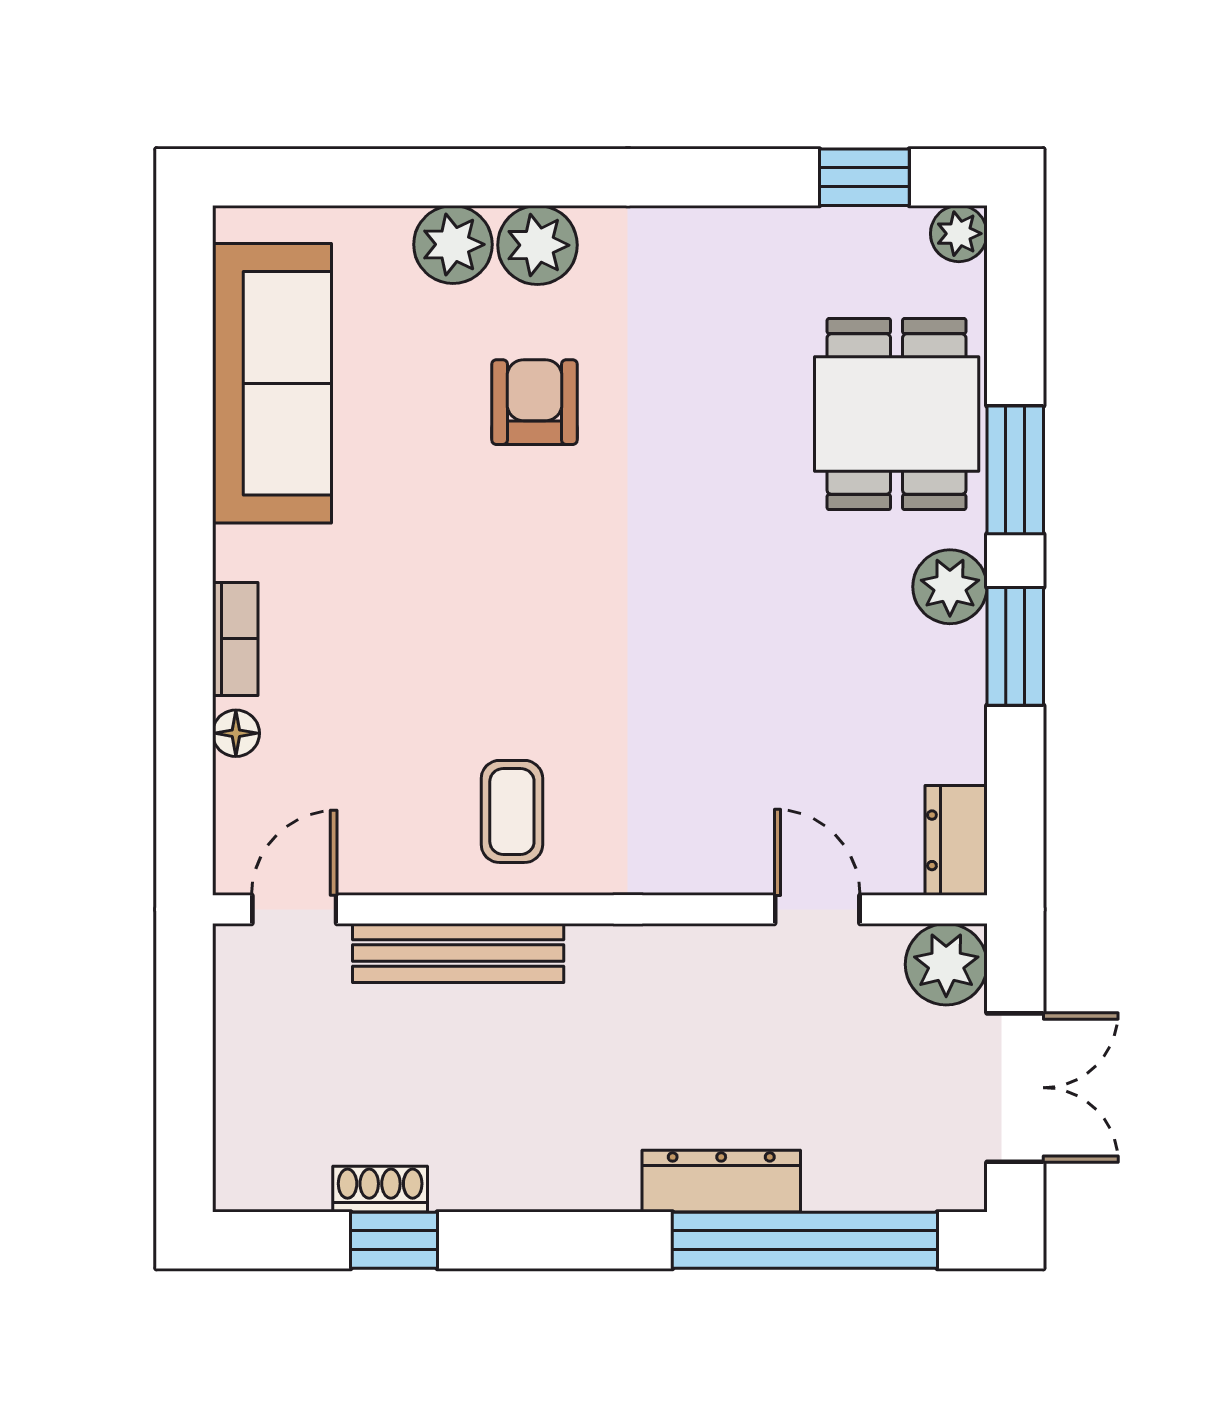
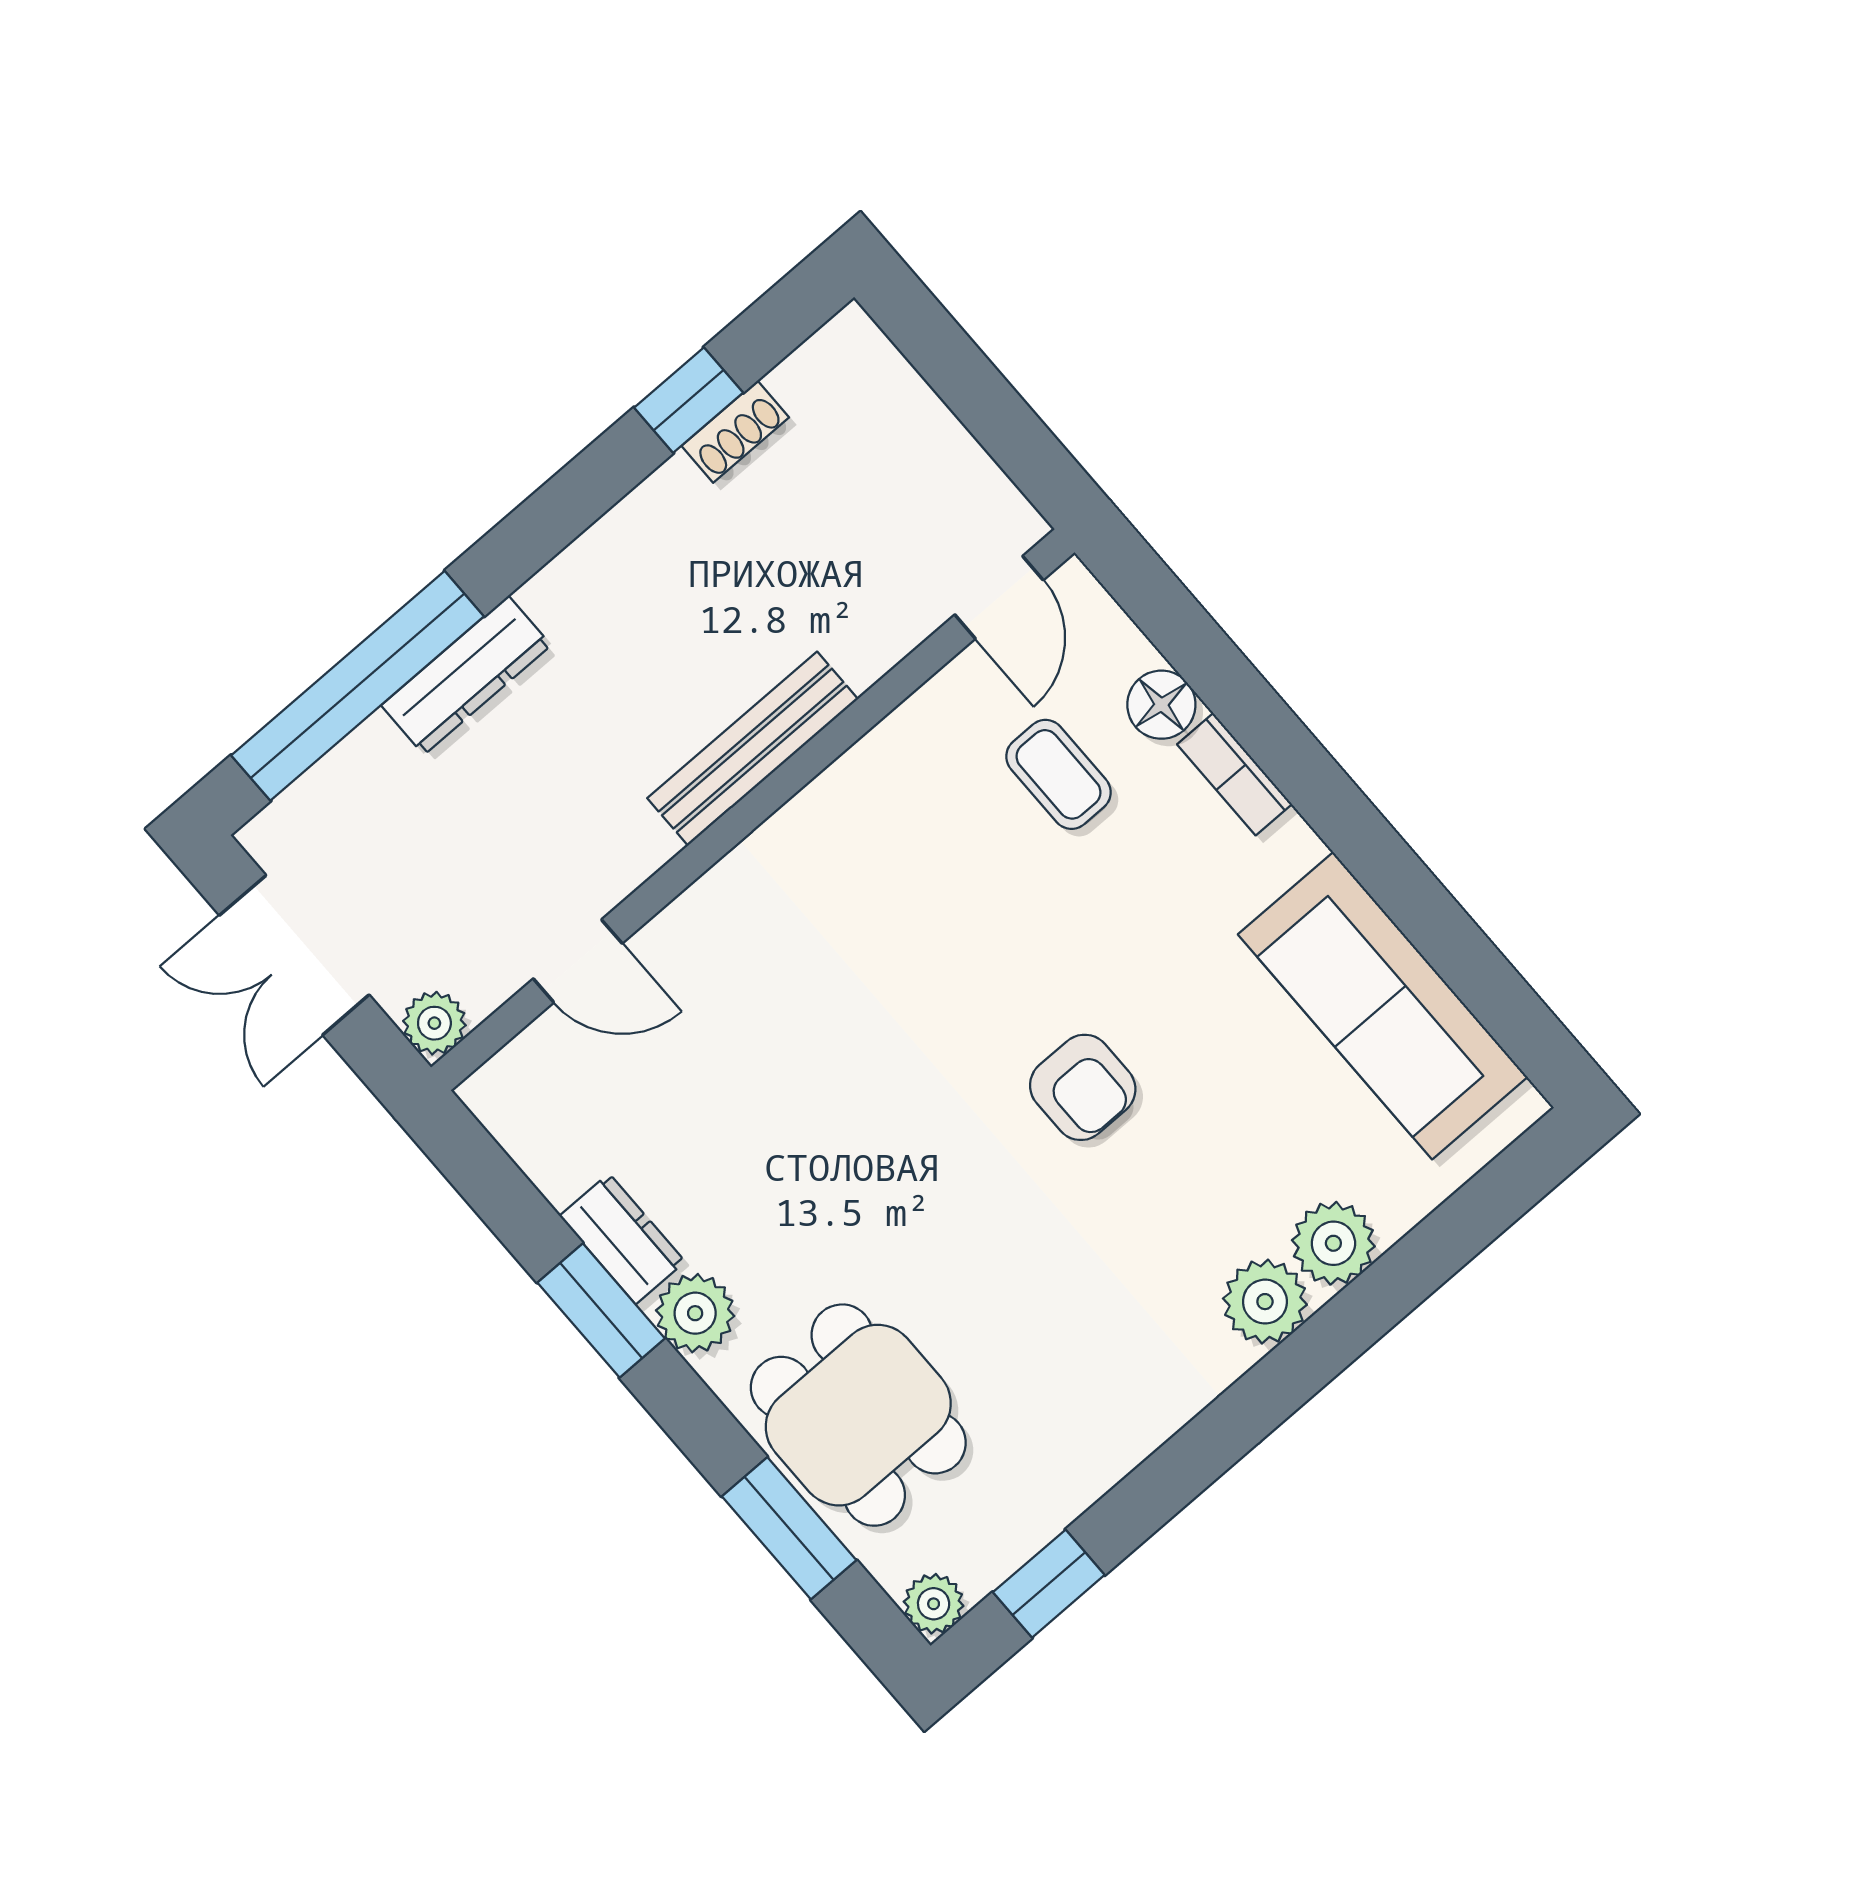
armchair: (534, 402) -> (1083, 1087), moved
window: (1015, 470) -> (789, 1528), moved
floor lamp: (236, 733) -> (1161, 705), width x1.37, depth x1.37
coffee table: (512, 811) -> (1058, 774), moved
dresser: (956, 840) -> (622, 1239), moved
bench: (458, 953) -> (753, 749), moved
plant: (946, 964) -> (434, 1023), width x0.73, depth x0.73

